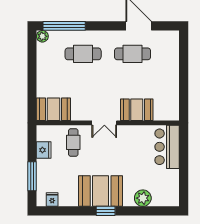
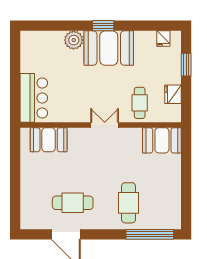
plant: (42, 36) -> (174, 223), removed
cafe table: (83, 54) -> (129, 203), turned 90
booth: (137, 110) -> (49, 140), moved
window: (32, 176) -> (186, 65), width x0.69
plant: (143, 198) -> (74, 40), moved

